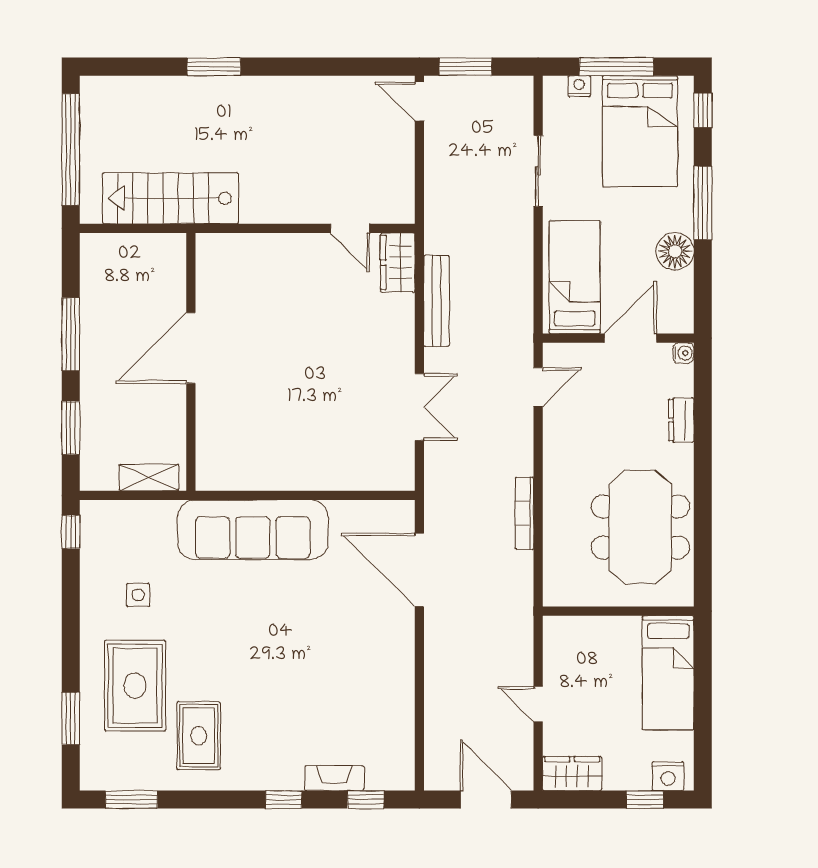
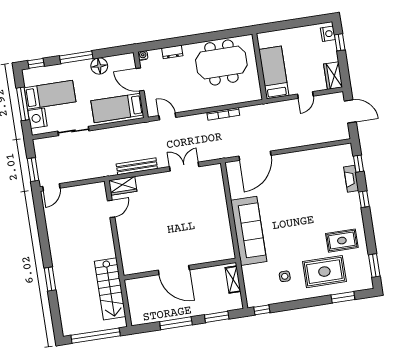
nightstand: (579, 86) -> (37, 118), width x1.89, depth x1.79
bed: (640, 131) -> (50, 95), width x0.67
bed: (668, 673) -> (274, 73), moved, turned -90
door: (486, 800) -> (350, 111), swing flipped

